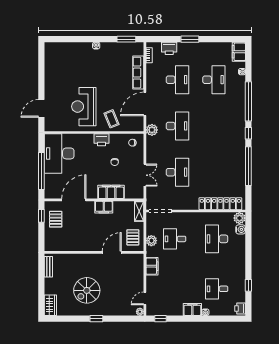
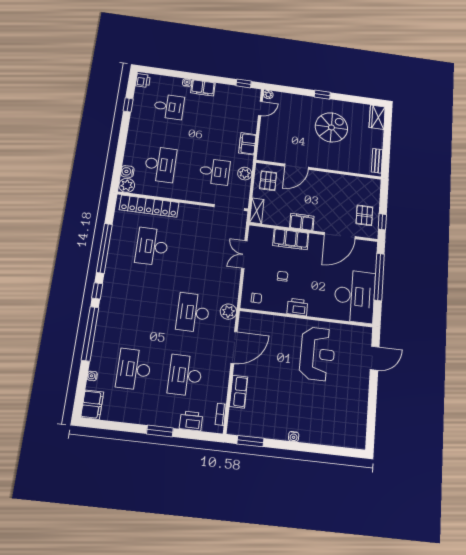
row of seats: (138, 73) -> (239, 392), width x0.68
coffee table: (112, 119) -> (281, 333), removed
desk: (177, 172) -> (152, 246), moved

